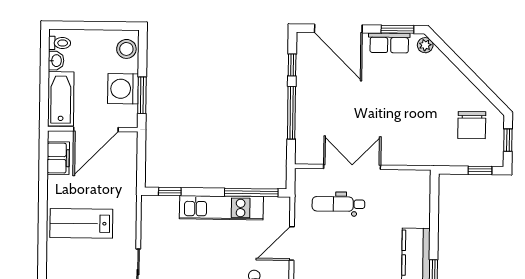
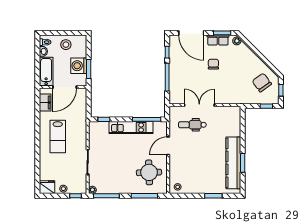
stool: (126, 49) -> (66, 45), moved
chair: (380, 89) -> (213, 64), added
chair: (472, 125) -> (262, 83), turned 144
lab bench: (81, 223) -> (58, 137), turned -90

